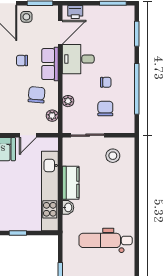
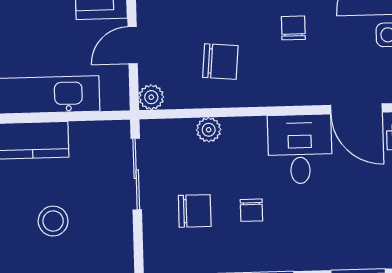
row of seats: (50, 64) -> (287, 89), removed
plant: (52, 116) -> (151, 97), moved
door: (28, 135) -> (133, 45), hinge flipped
stool: (113, 156) -> (53, 221), moved

